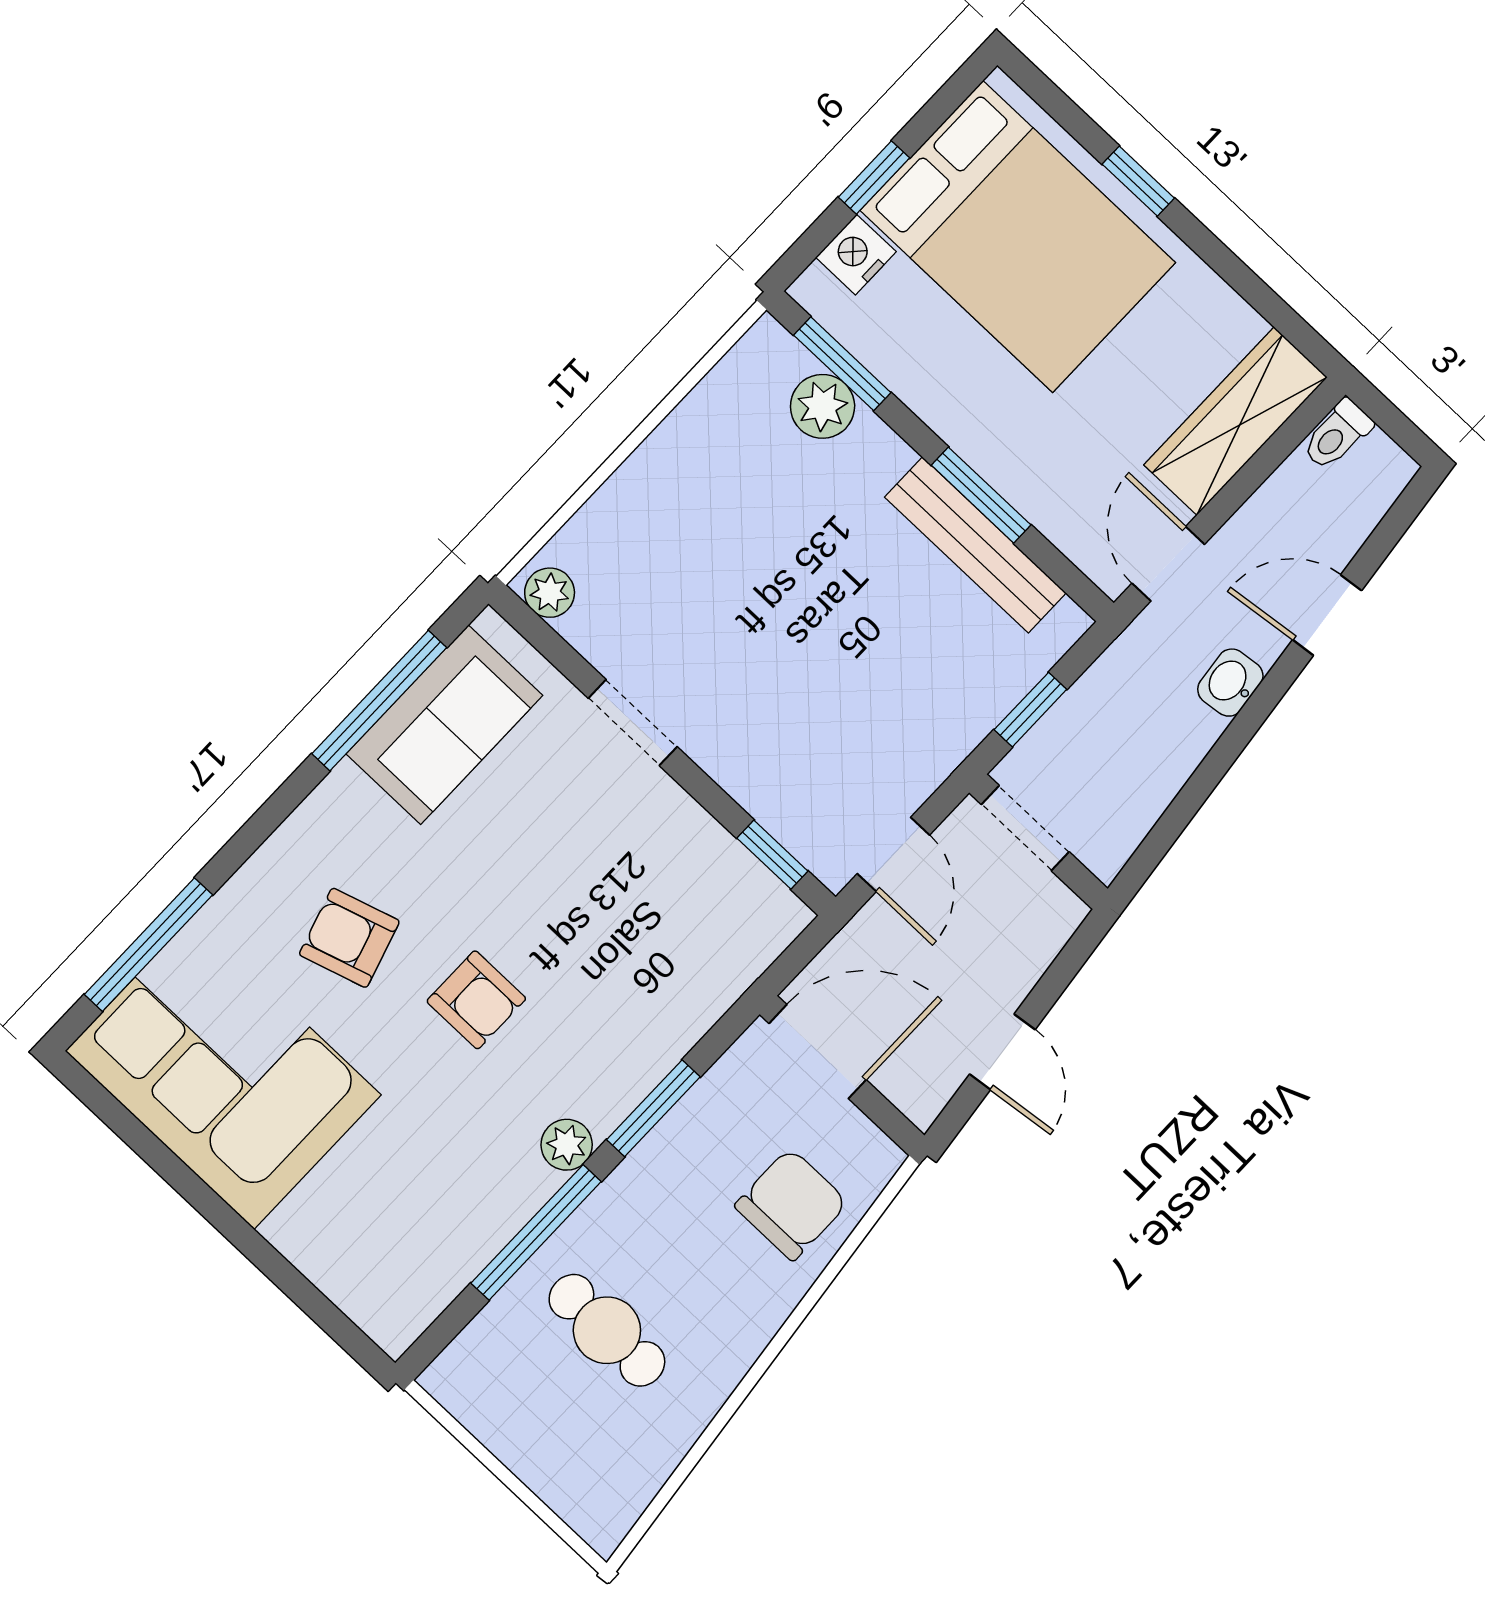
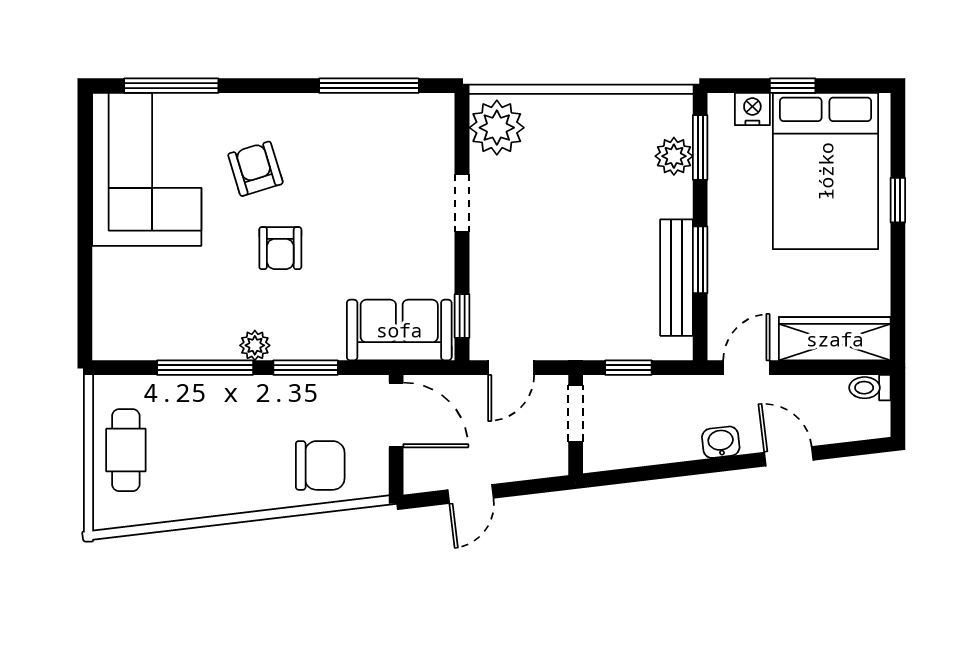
plant: (550, 593) -> (497, 128), width x1.87, depth x1.87
sofa: (444, 725) -> (399, 330), moved, turned 180
cafe table: (607, 1330) -> (126, 450), moved

